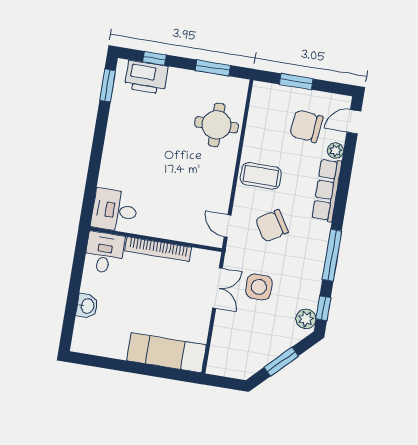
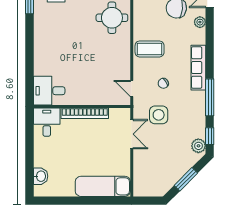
row of seats: (327, 190) -> (198, 68), moved
chair: (272, 226) -> (163, 83), width x0.54, depth x0.54
side table: (259, 287) -> (159, 115), moved
washbasin: (87, 306) -> (41, 176), moved

